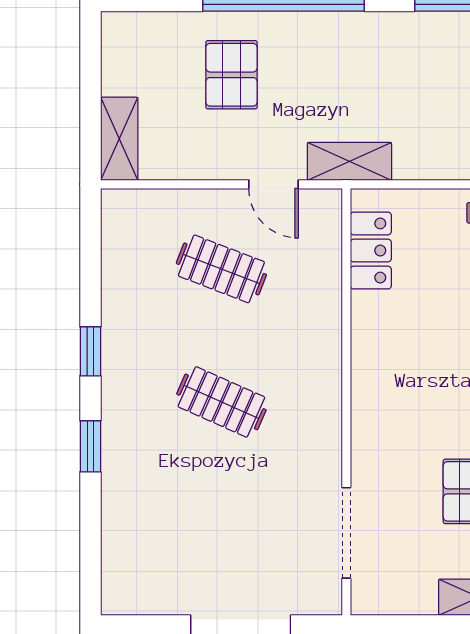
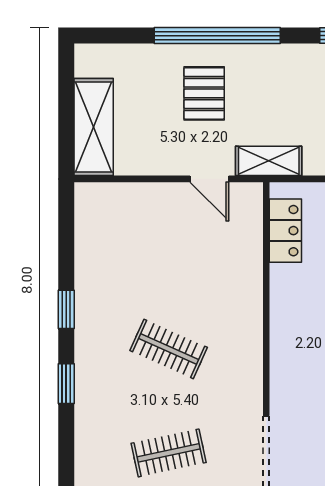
pallet: (232, 75) -> (204, 93), moved
shelving: (119, 139) -> (94, 127), width x1.50, depth x1.33
clothes rail: (221, 269) -> (169, 453), moved, turned -33

